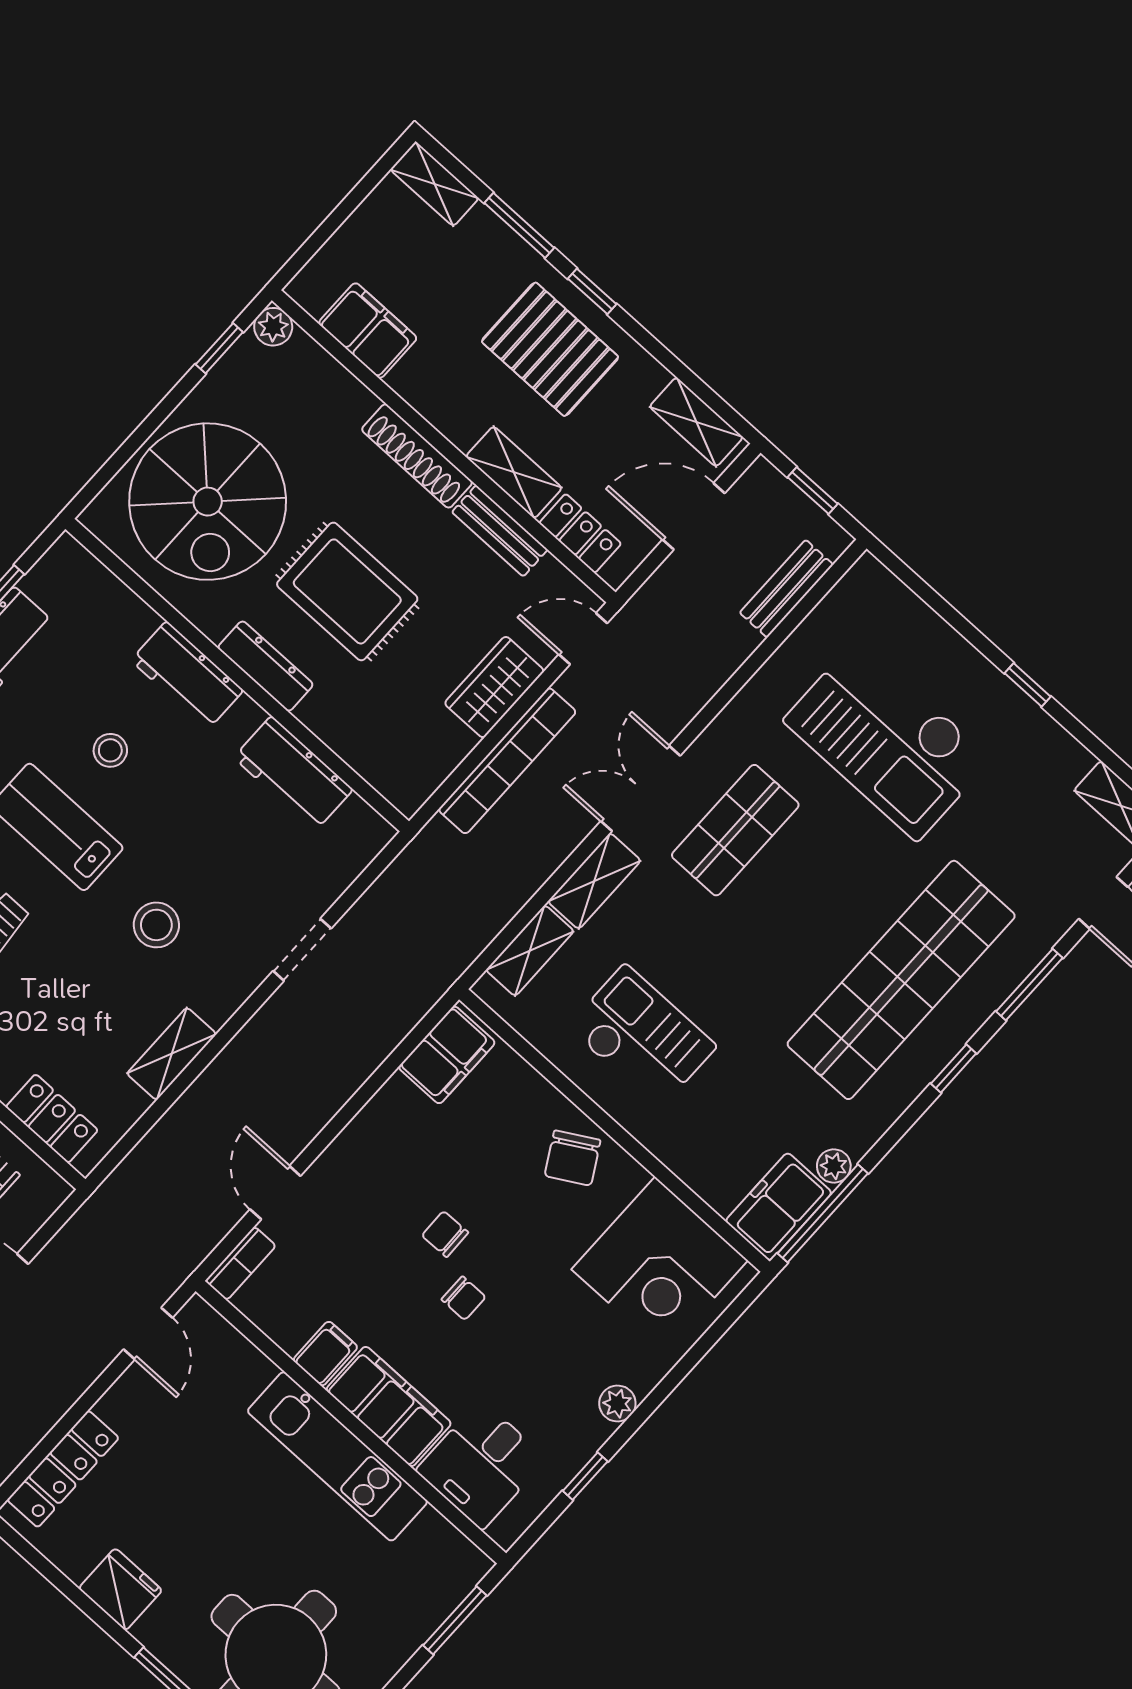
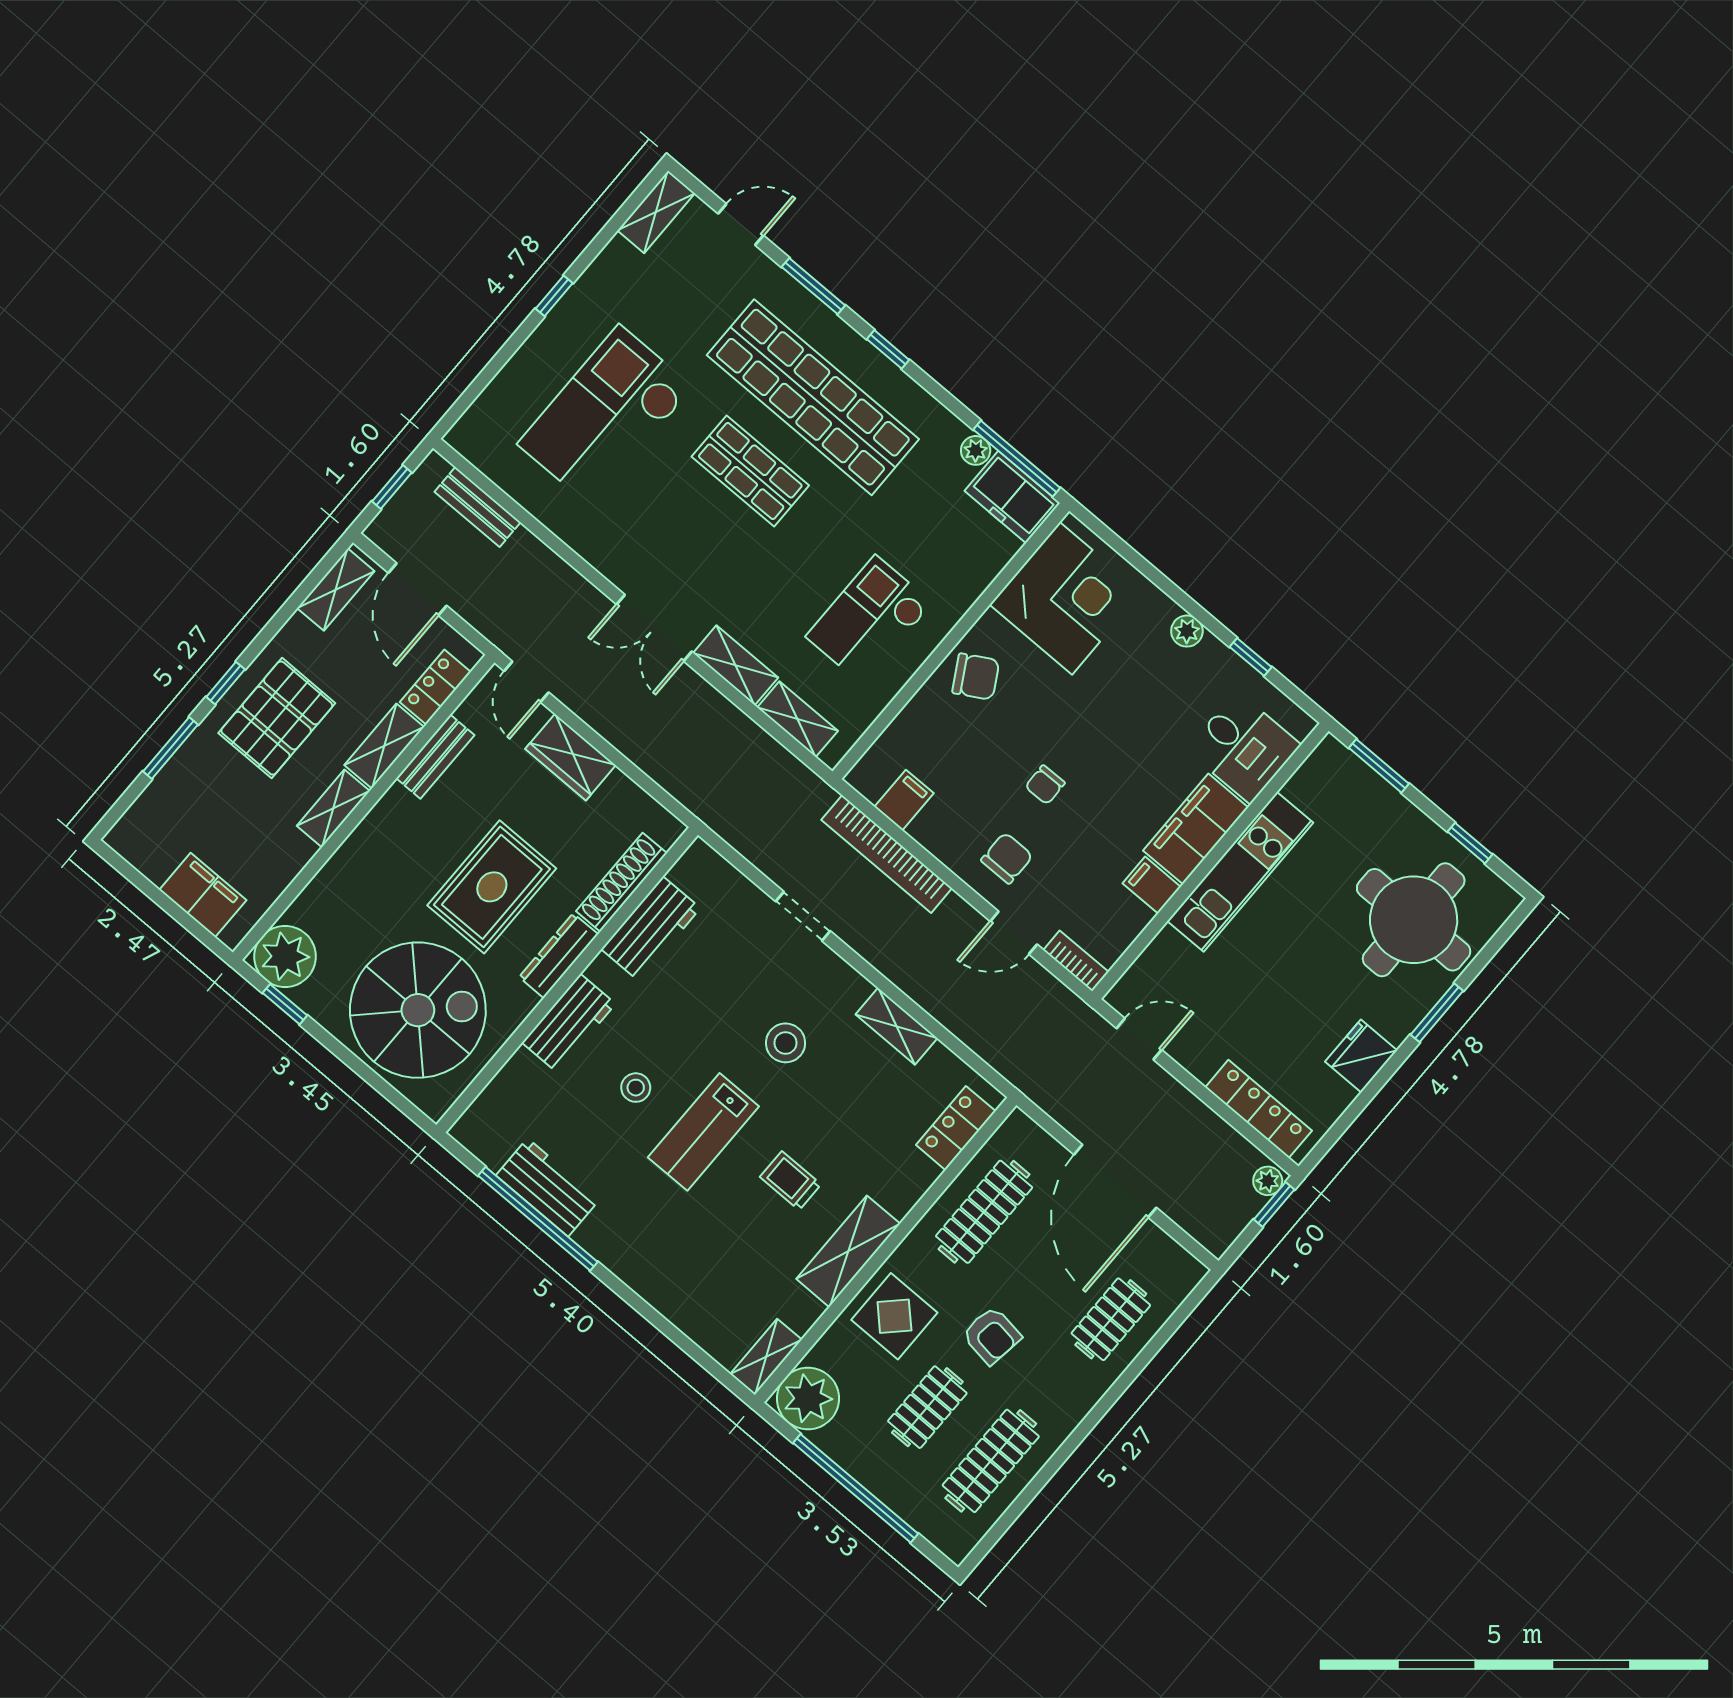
shelving: (435, 184) -> (333, 808), moved
plant: (273, 327) -> (285, 956), width x1.87, depth x1.87
filing cabinet: (368, 331) -> (203, 895), moved, turned 90
shoe rack: (417, 456) -> (622, 882), moved, turned 180
checkout: (887, 740) -> (605, 416), turned 180
bookcase: (507, 761) -> (887, 854), moved, turned 180
shop shelf: (735, 830) -> (750, 471), moved
filing cabinet: (447, 1055) -> (904, 800), width x0.50
chair: (464, 1298) -> (1007, 858), moved, width x1.37, depth x1.37

